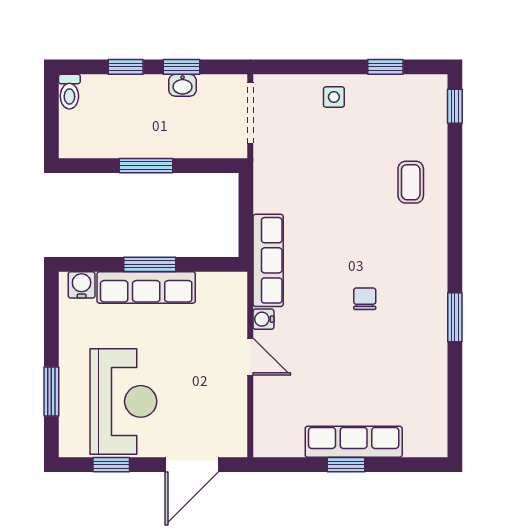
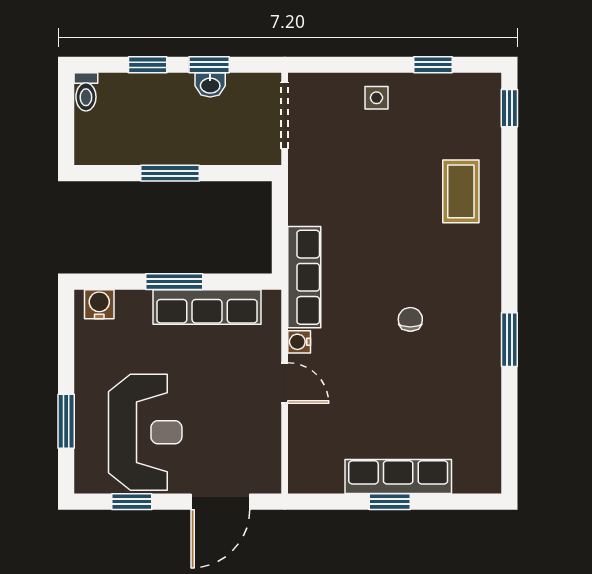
coffee table: (411, 182) -> (461, 191), width x1.36, depth x1.30
row of seats: (146, 287) -> (207, 307), moved

